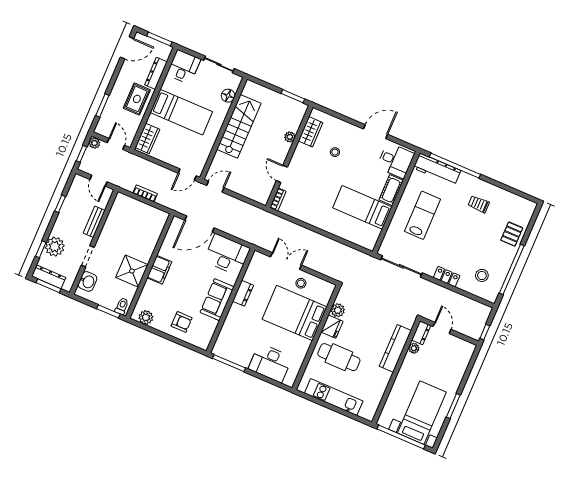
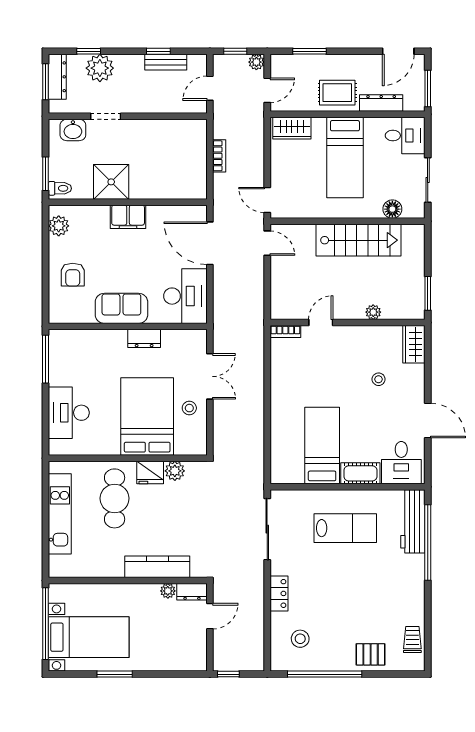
door: (127, 48) -> (398, 51), hinge flipped
wardrobe: (311, 132) -> (414, 344), moved, turned 90
trolley: (479, 204) -> (412, 639), moved
bench: (94, 222) -> (166, 62), moved

